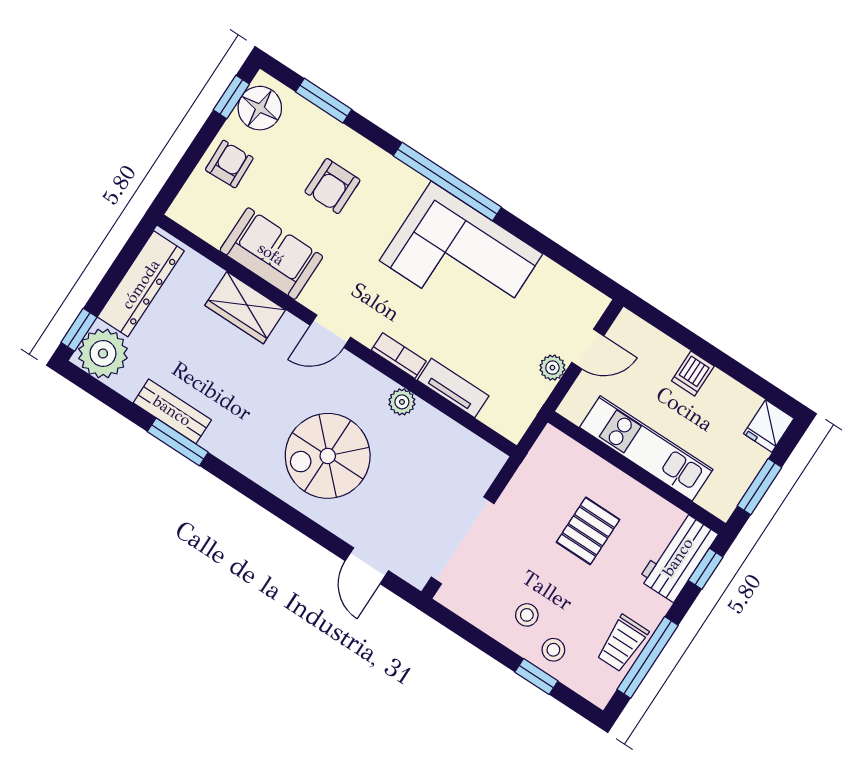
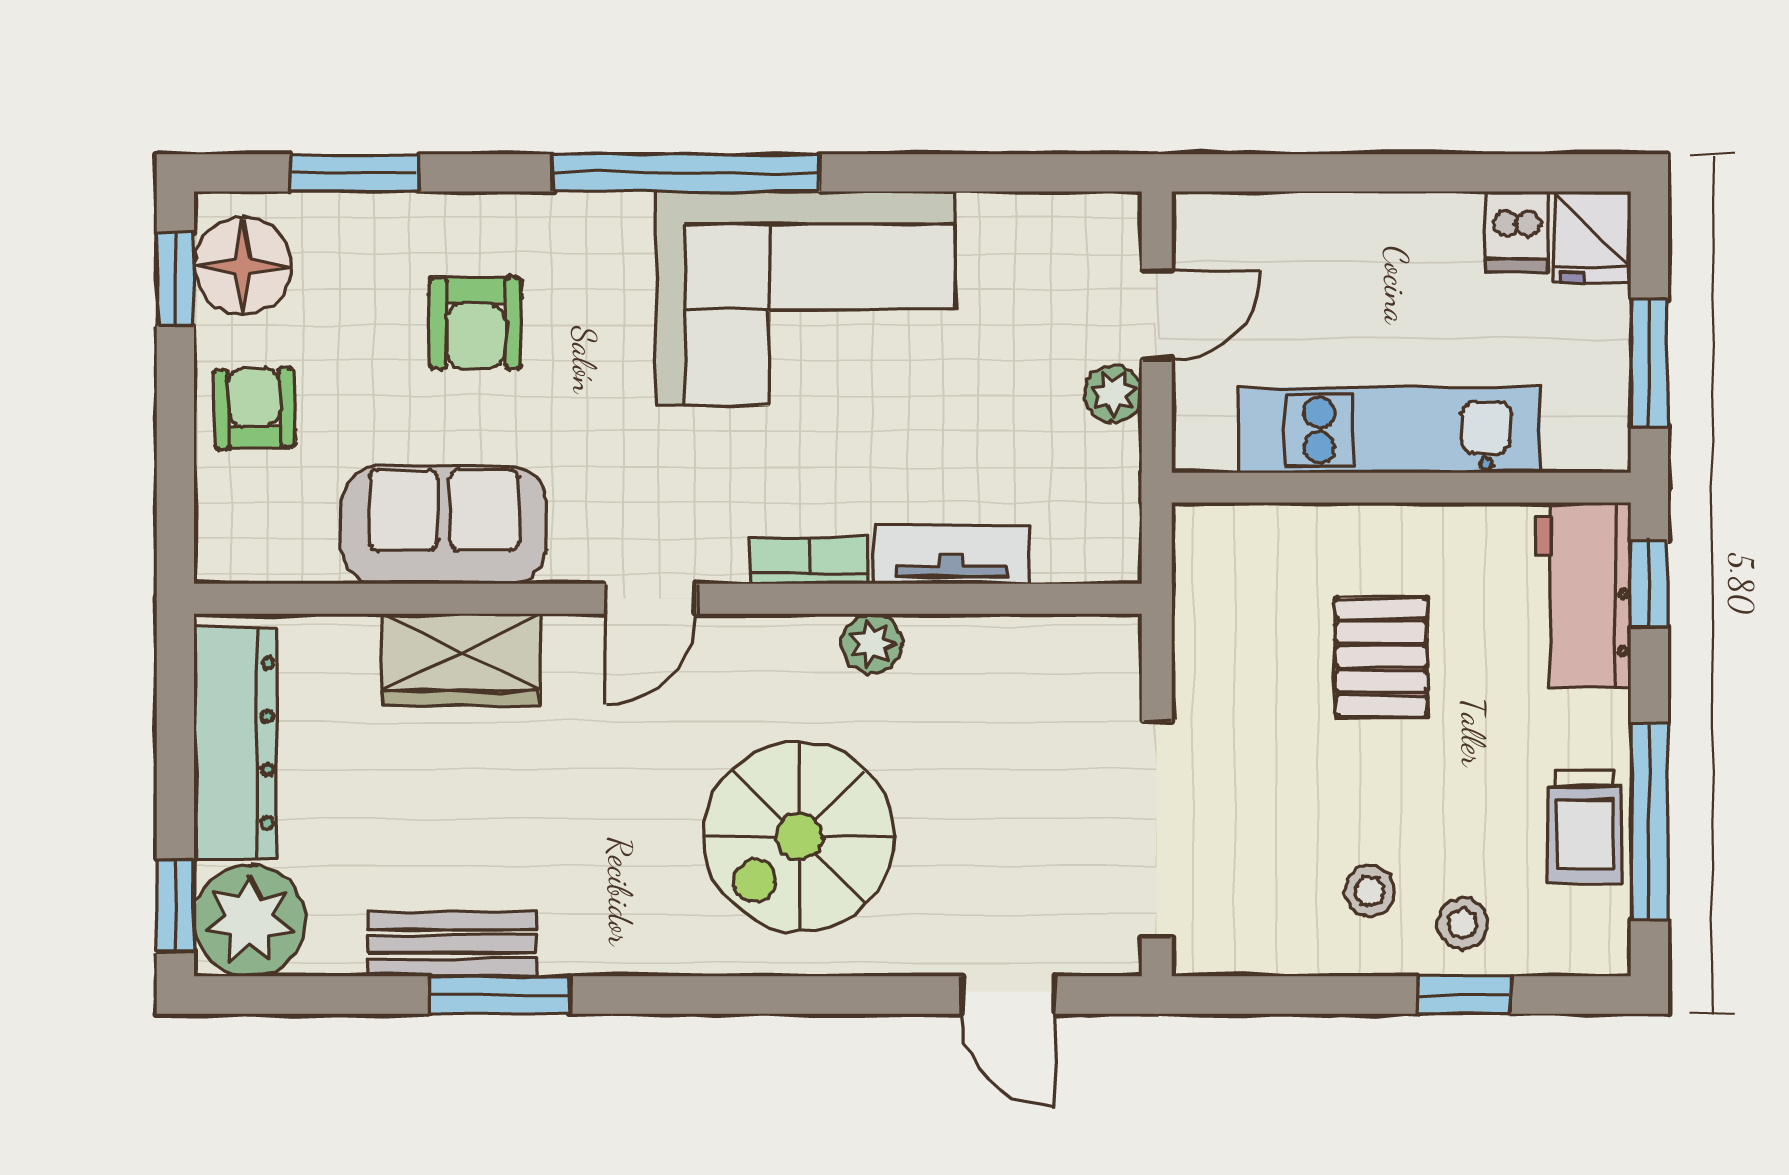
dishwasher: (693, 373) -> (1517, 232), moved

